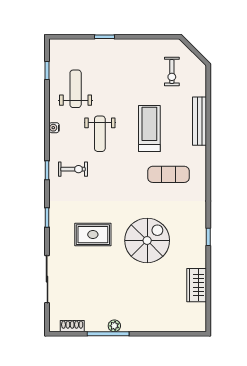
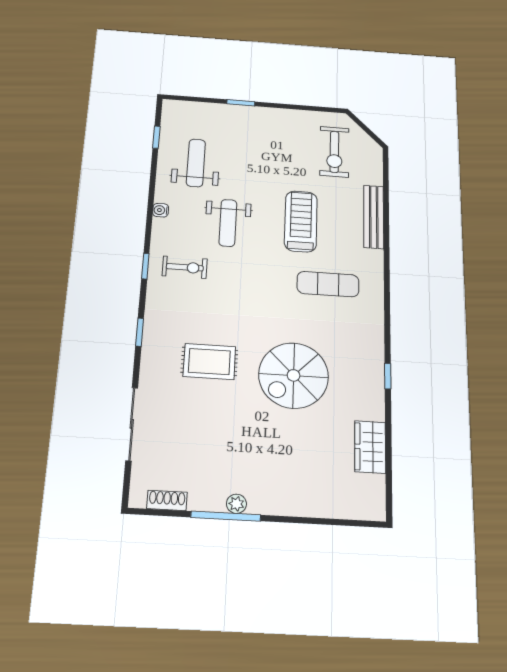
exercise bike: (172, 71) -> (334, 152), width x1.38, depth x1.39
spiral stairs: (147, 240) -> (294, 375), turned 180

